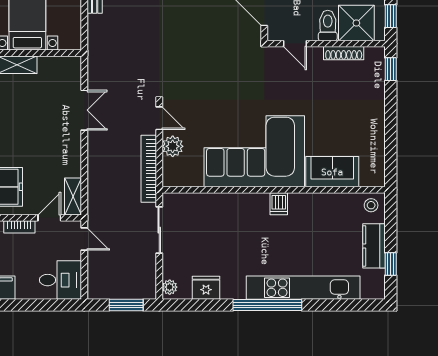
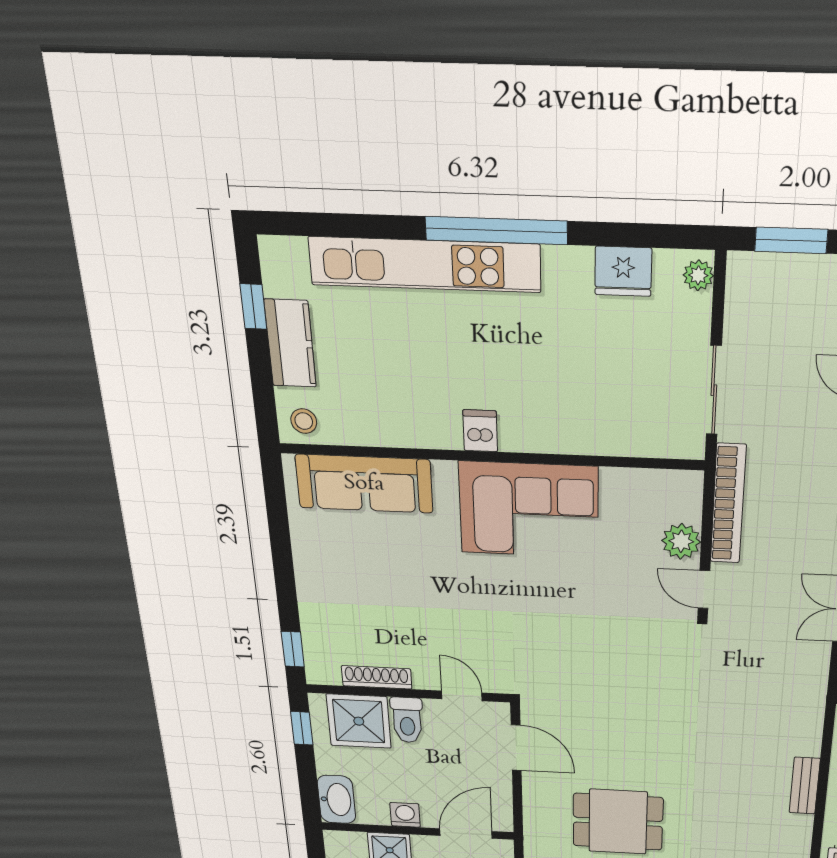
corner sofa: (254, 151) -> (529, 510), width x0.73, depth x0.74
sofa: (332, 172) -> (364, 484), width x1.36

